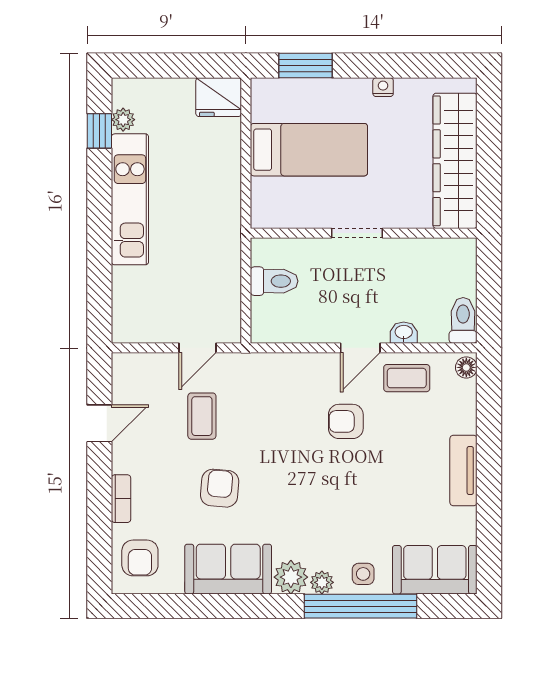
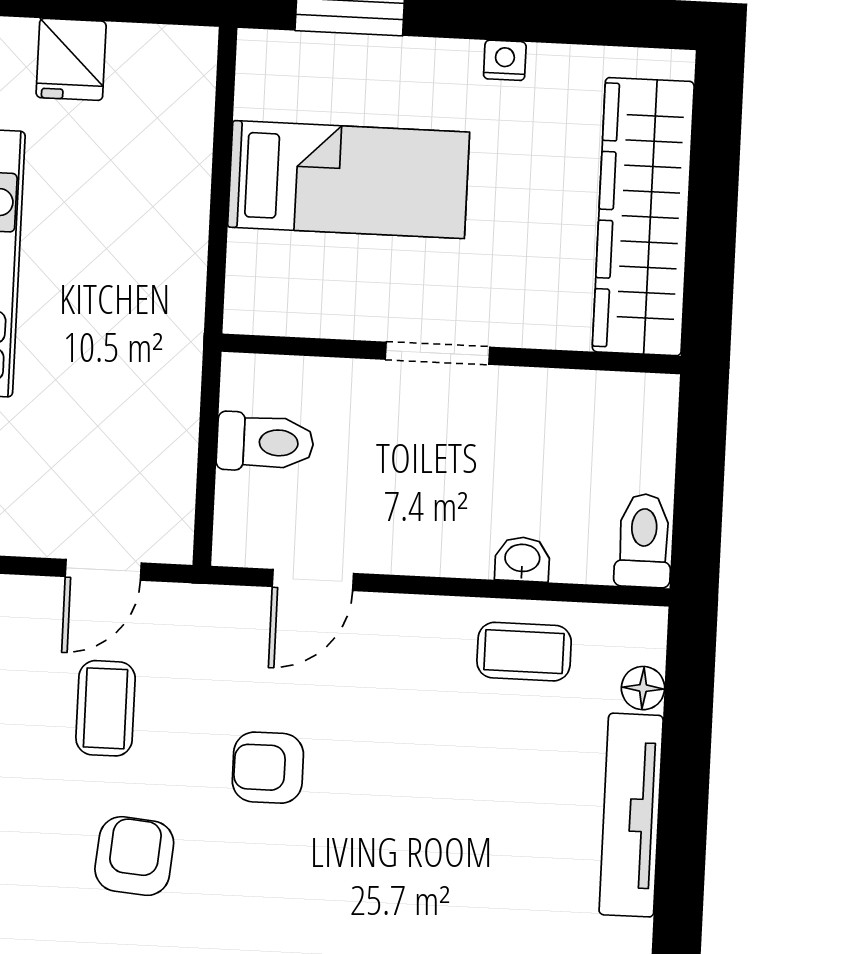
fridge: (219, 97) -> (71, 59), moved, width x0.72
door: (360, 348) -> (313, 580), moved
floor lamp: (466, 367) -> (643, 688), moved
armchair: (346, 421) -> (268, 768), moved
tv unit: (463, 470) -> (631, 815), width x1.41

